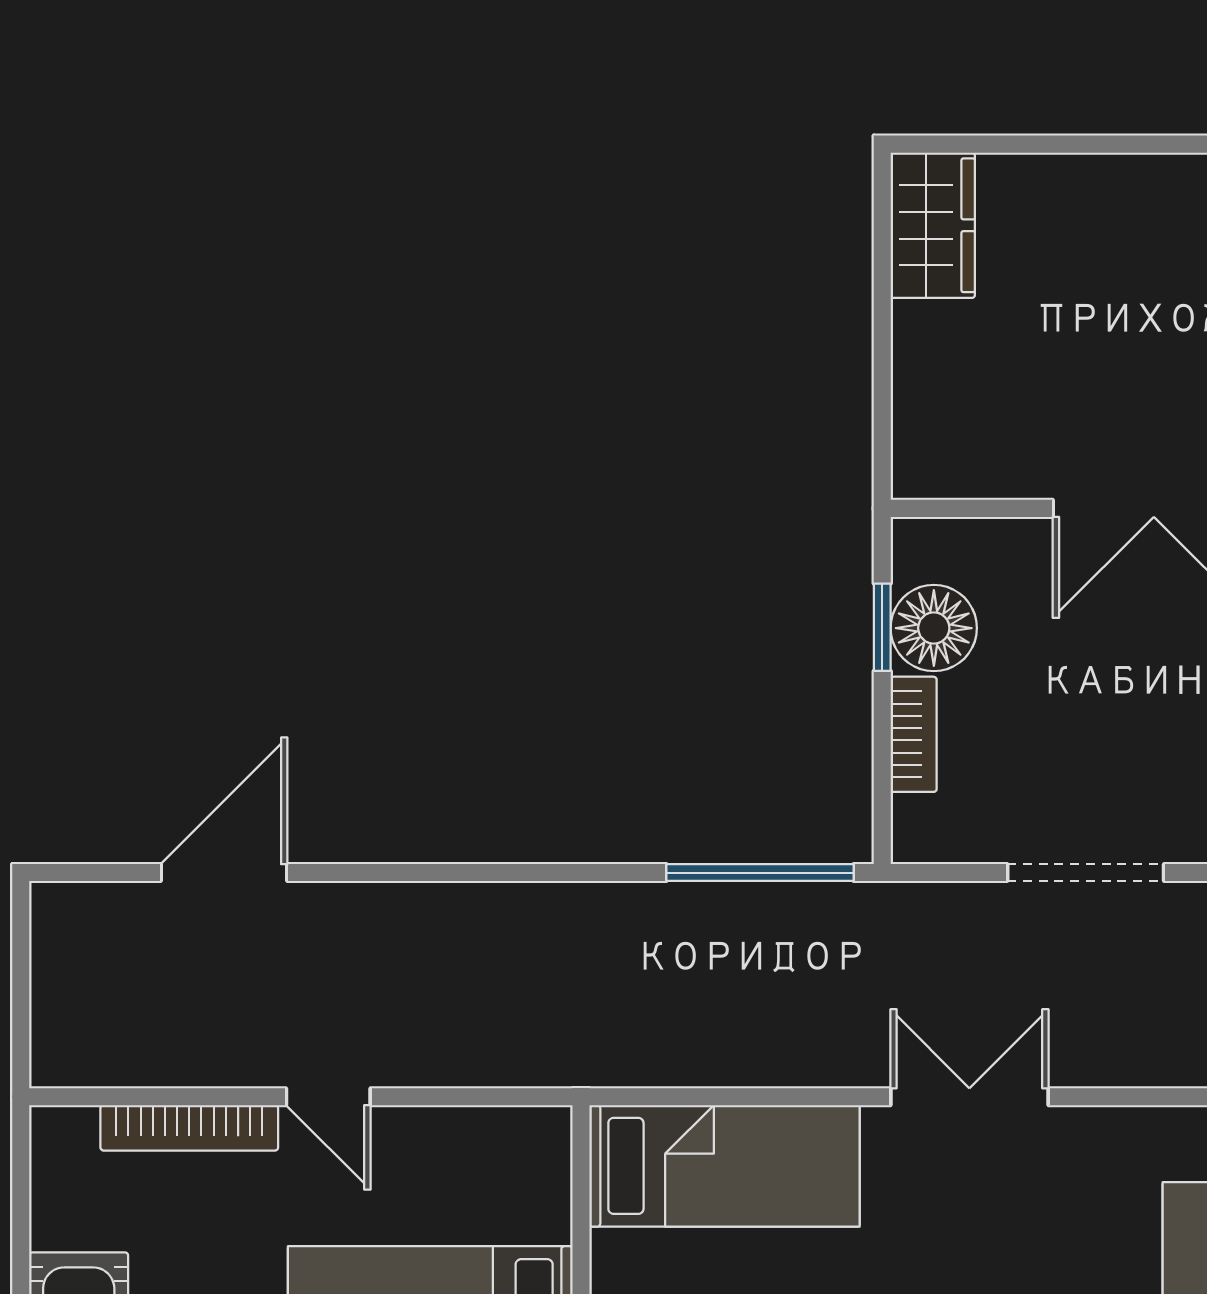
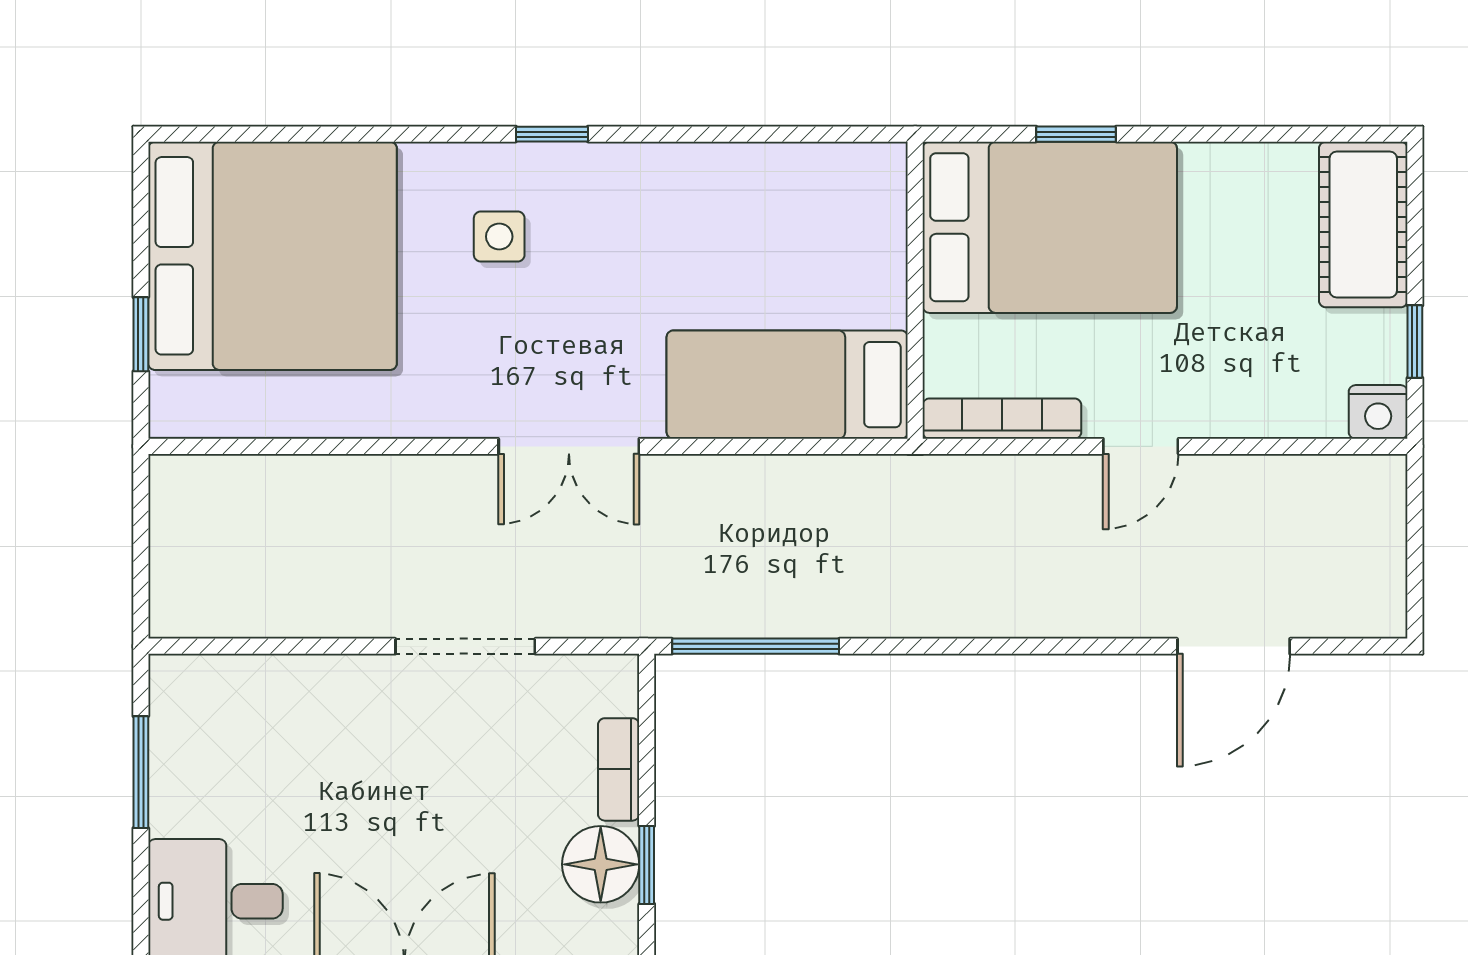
door: (328, 1097) -> (1141, 446), swing flipped
bookcase: (189, 1128) -> (1002, 419), moved
nightstand: (62, 1135) -> (1378, 412), added
window: (21, 1214) -> (1415, 342), added

